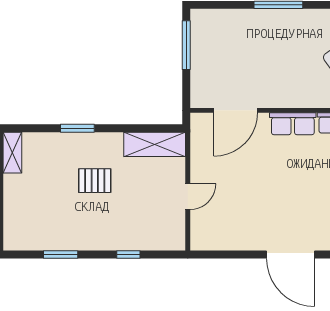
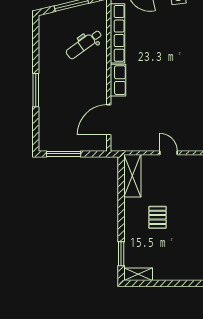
door: (236, 110) -> (109, 120), swing flipped
window: (77, 128) -> (121, 254), moved

